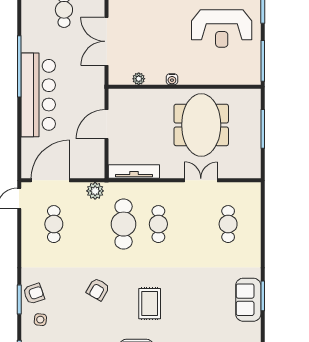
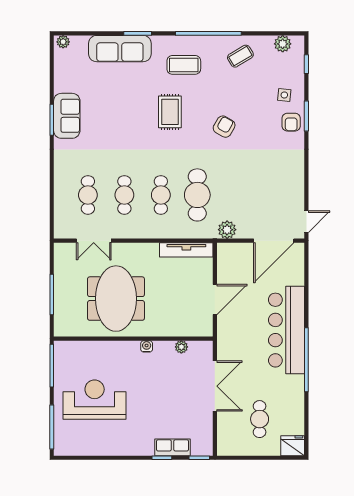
double door: (201, 180) -> (94, 241), moved
cafe table: (54, 224) -> (124, 195), moved
armchair: (34, 294) -> (291, 122), turned -71

